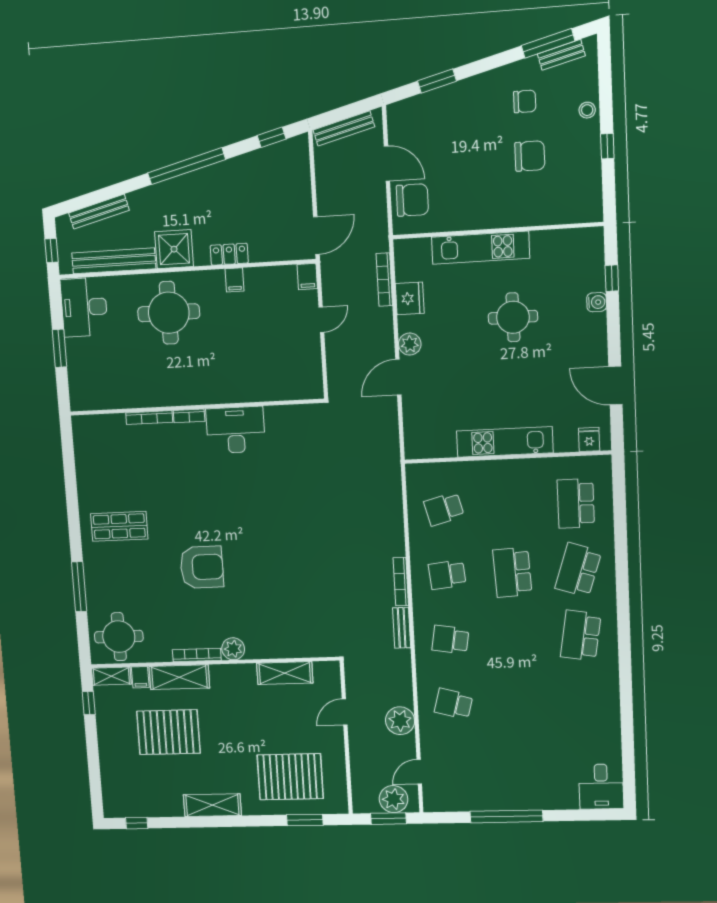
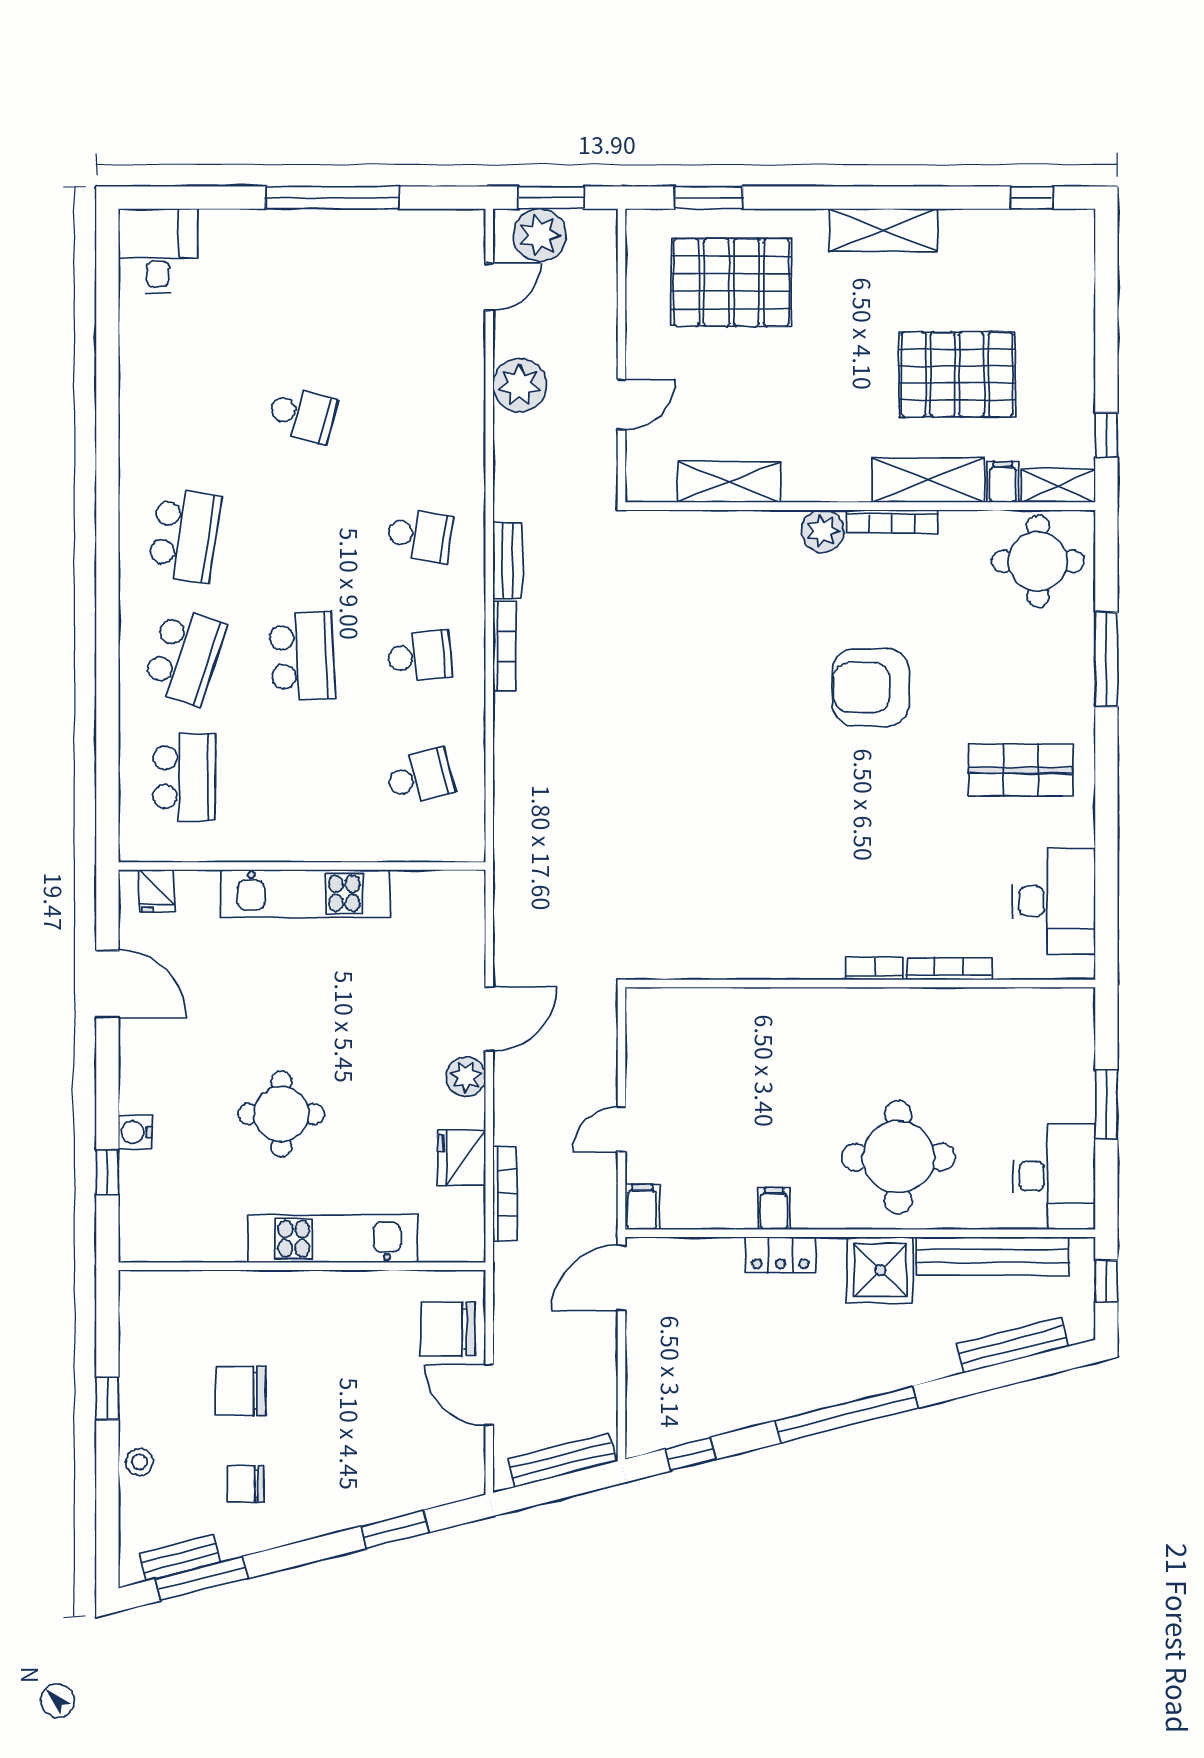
desk: (236, 430) -> (1054, 901), moved, turned -90
school desk: (454, 704) -> (302, 415), moved

